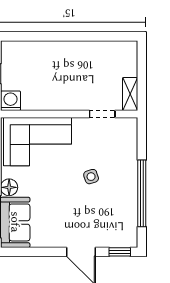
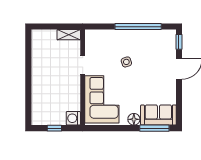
doorway: (102, 114) -> (83, 65), moved

